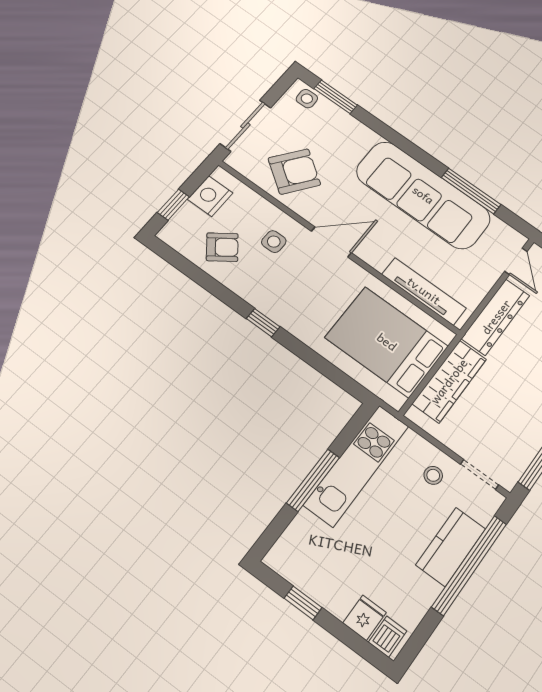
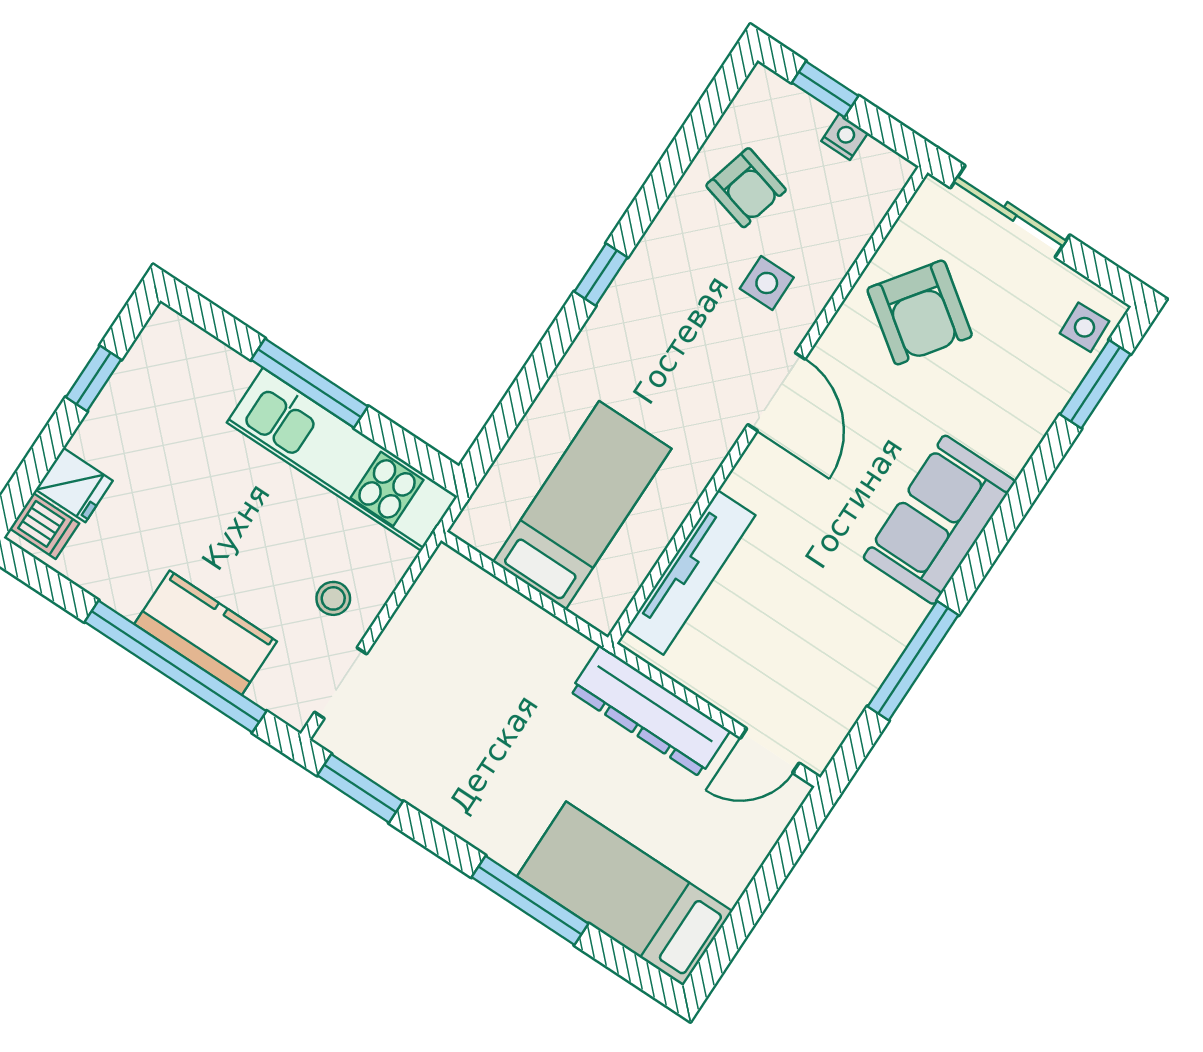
sofa: (423, 195) -> (939, 520), width x0.54, depth x0.79
nightstand: (210, 196) -> (845, 137), width x0.53, depth x0.56
armchair: (222, 247) -> (746, 188), turned -38
bed: (387, 342) -> (582, 505), width x0.67
wardrobe: (449, 381) -> (514, 625), removed

